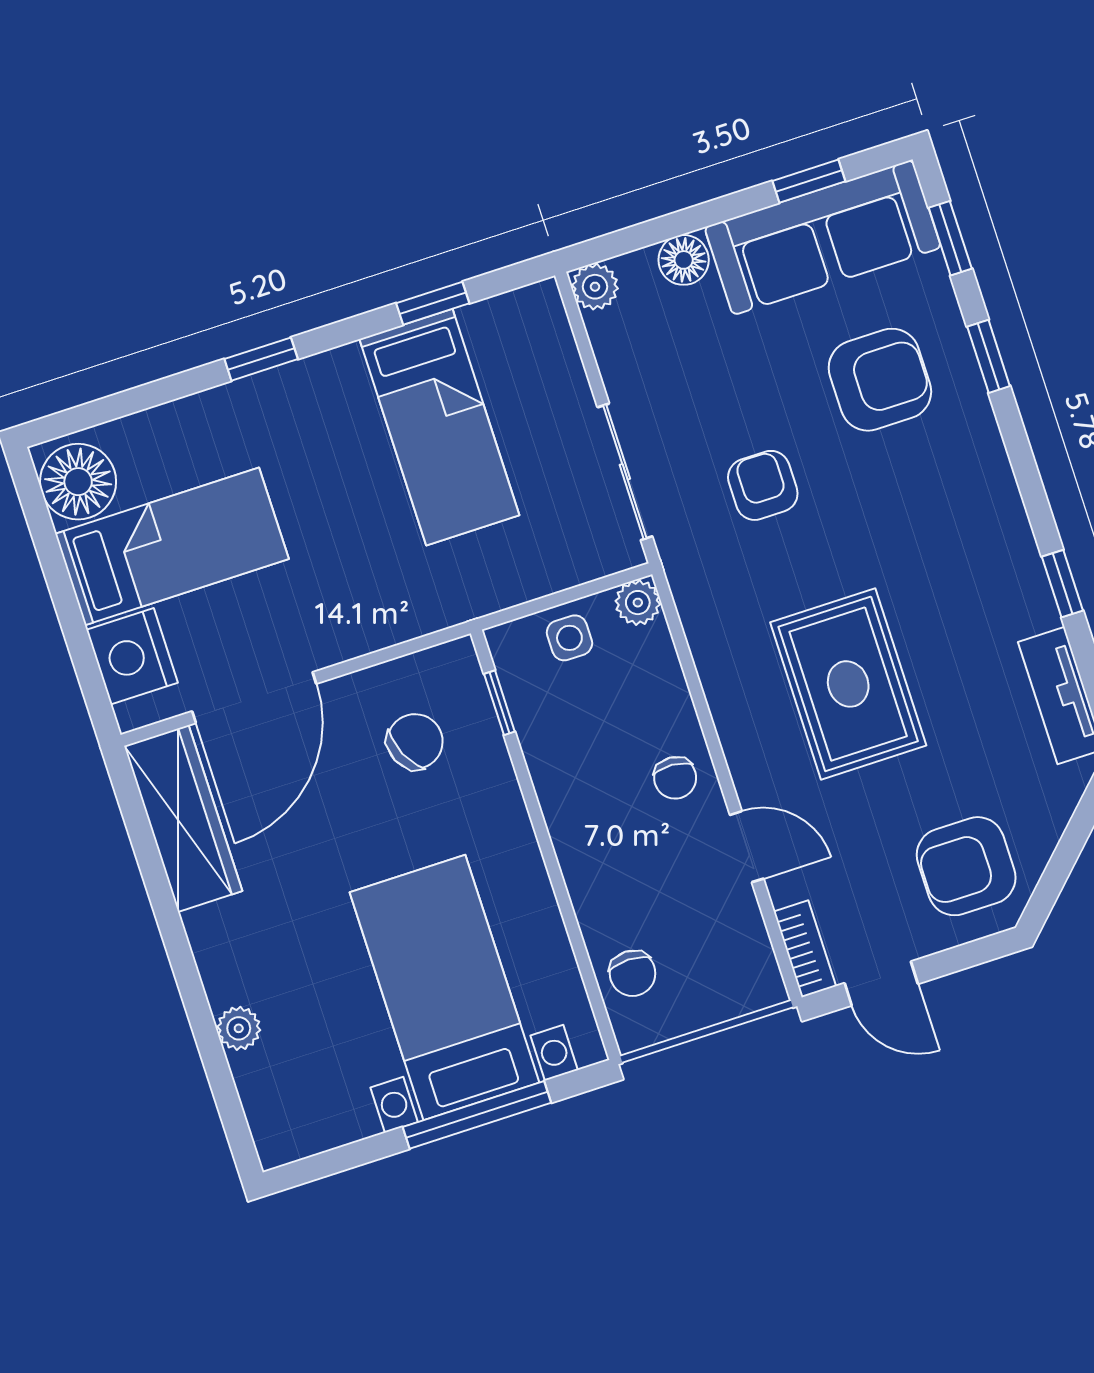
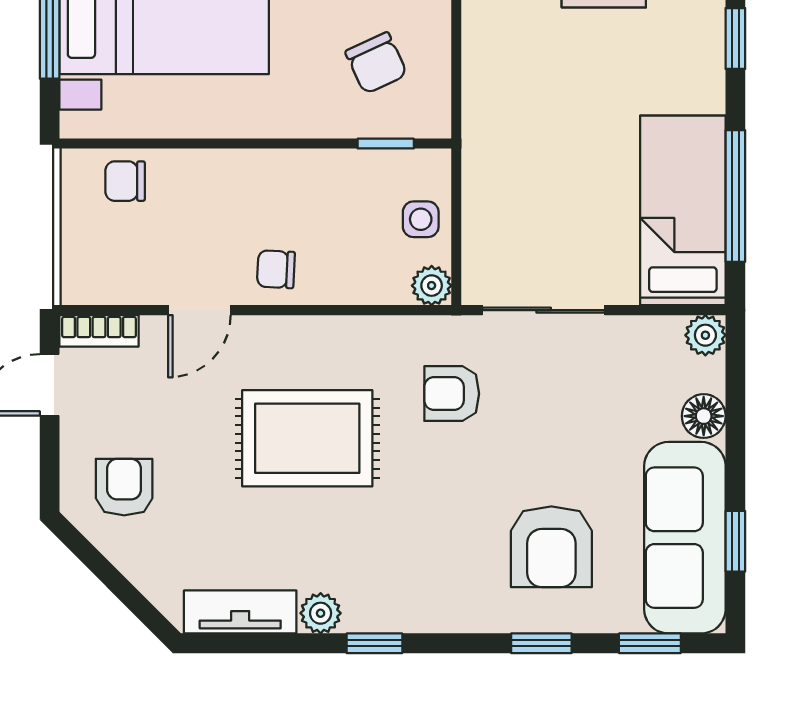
window: (433, 303) -> (735, 196), width x2.17
bed: (439, 427) -> (683, 210), moved, turned 90
armchair: (763, 485) -> (452, 394), moved, turned 180
window: (1062, 584) -> (374, 643), moved
plant: (1034, 608) -> (321, 613), added
armchair: (966, 866) -> (124, 487), width x0.72, depth x0.72

